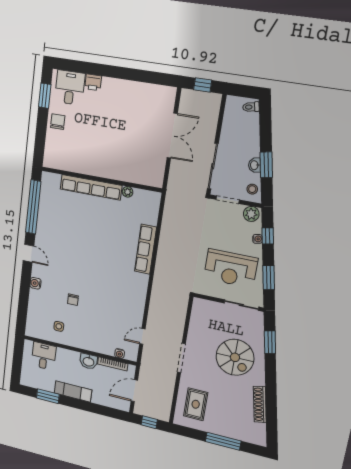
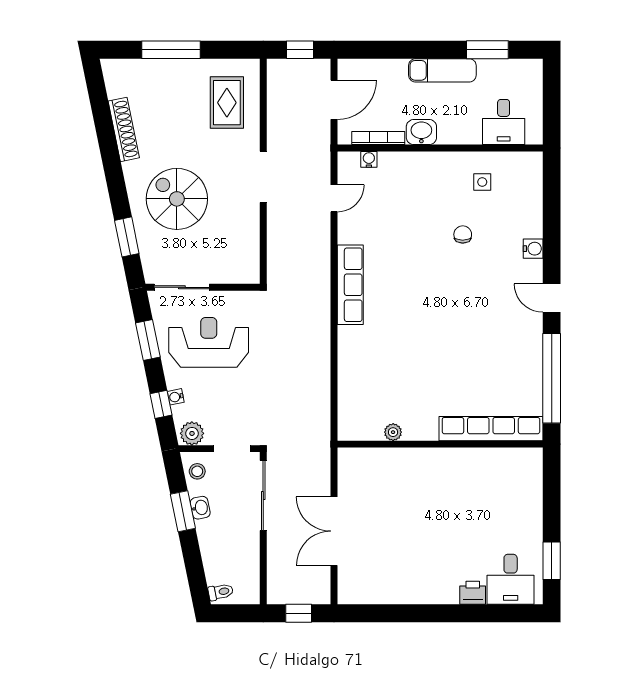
chair: (58, 122) -> (525, 524), removed
row of seats: (91, 187) -> (491, 429), moved
row of seats: (145, 249) -> (350, 285), moved

